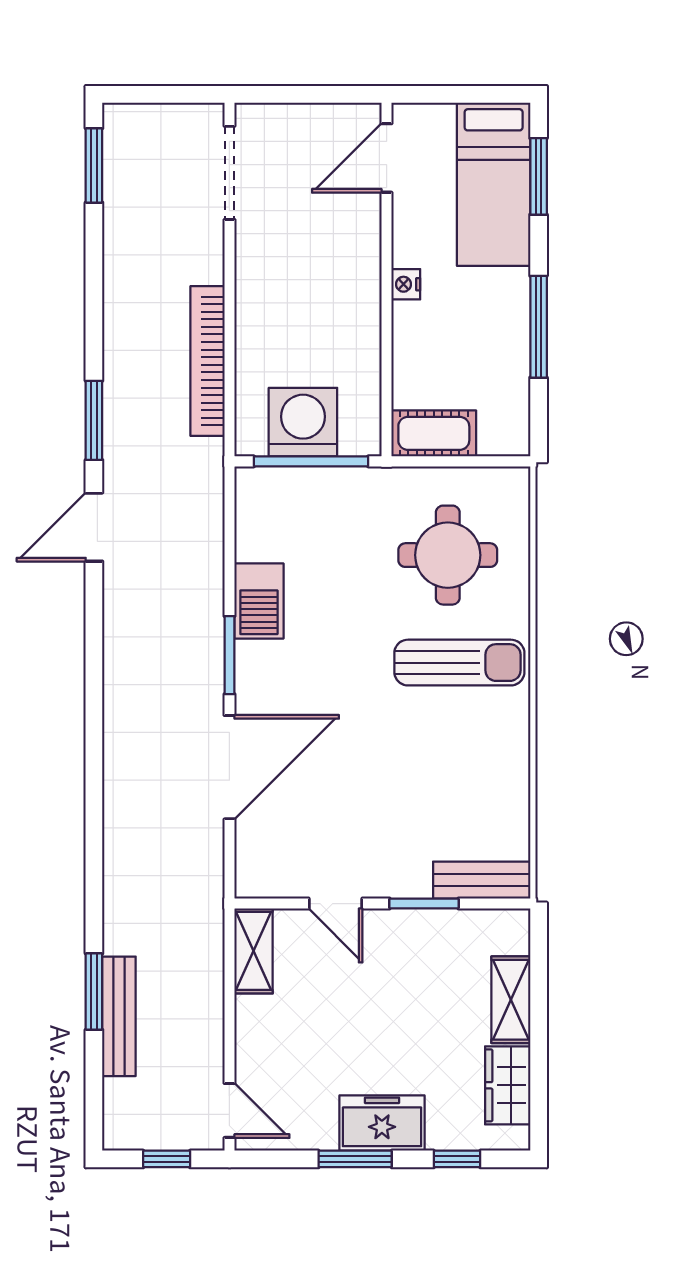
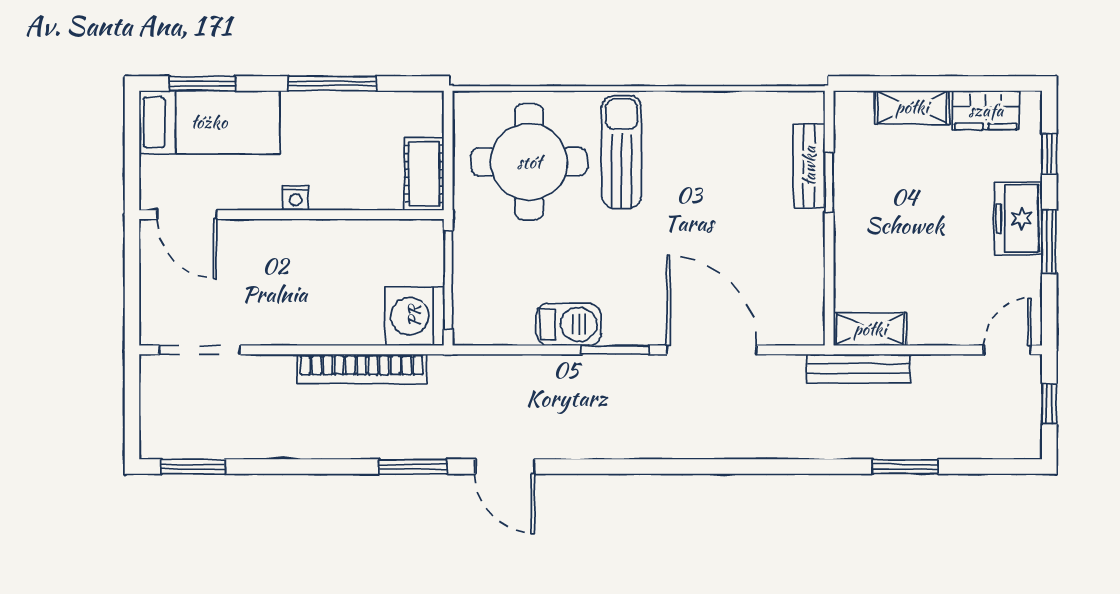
washing machine: (303, 422) -> (414, 316), moved
round table: (448, 555) -> (529, 162), width x1.36, depth x1.36
bench: (482, 880) -> (809, 166), moved
door: (335, 904) -> (829, 259), removed
bench: (119, 1016) -> (858, 369), moved

